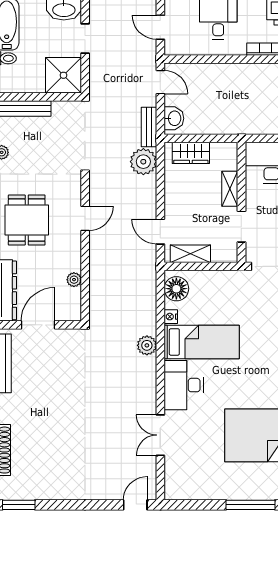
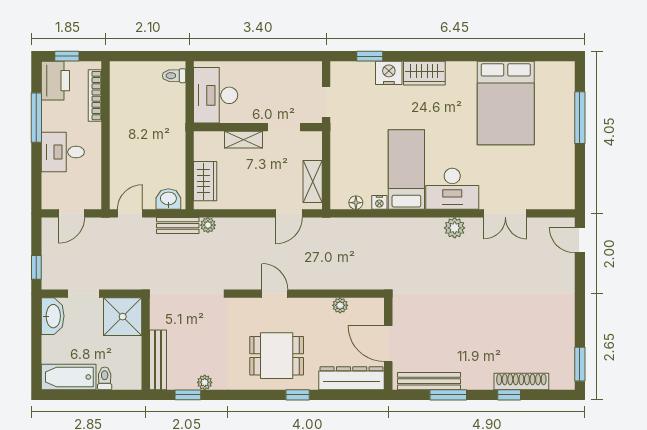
plant: (143, 162) -> (208, 225), width x0.53, depth x0.53
floor lamp: (176, 289) -> (356, 203), width x0.53, depth x0.53
plant: (147, 345) -> (455, 228), moved

